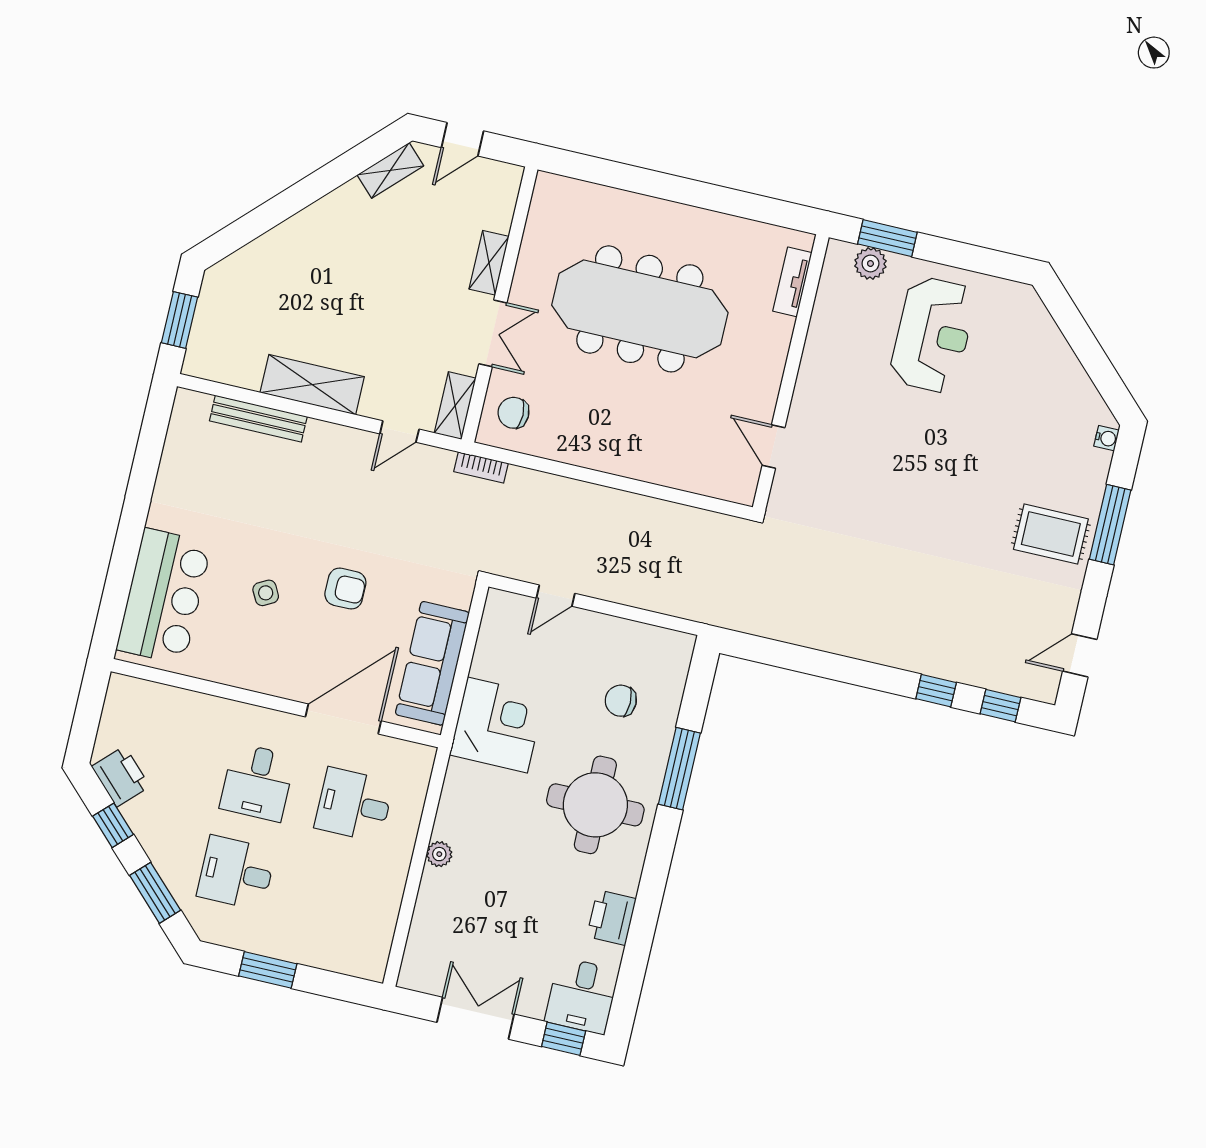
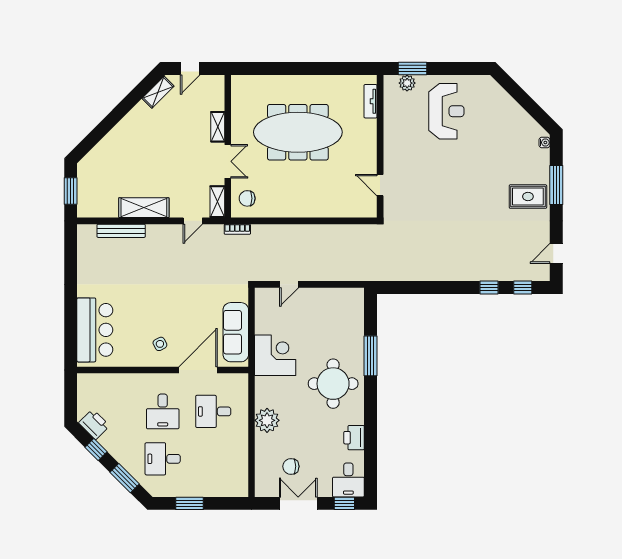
armchair: (345, 589) -> (184, 305), removed
side table: (266, 593) -> (160, 344), moved
chair: (621, 701) -> (291, 466), moved
plant: (439, 854) -> (267, 420), width x1.88, depth x1.88

